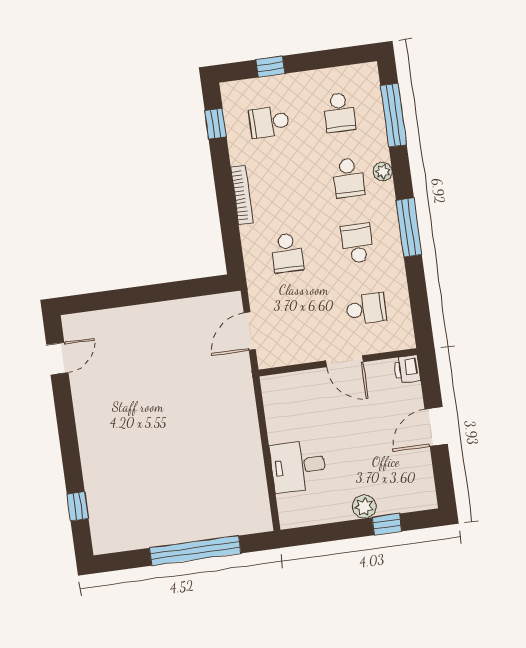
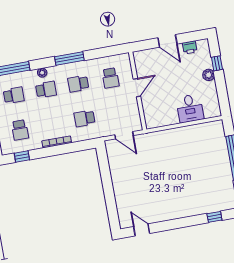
school desk: (287, 253) -> (84, 118), turned 180
school desk: (366, 309) -> (111, 78), turned 180
printer: (407, 369) -> (190, 47), moved

